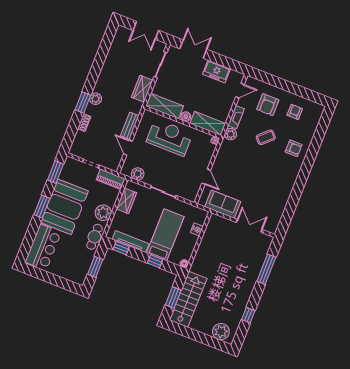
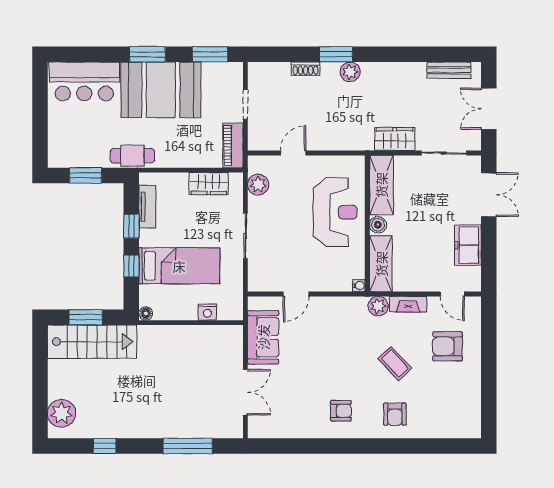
armchair: (295, 112) -> (341, 411), moved
bench: (130, 126) -> (449, 70), moved
plant: (103, 213) -> (176, 155), removed
tv unit: (131, 242) -> (147, 207), width x0.71
window: (121, 248) -> (131, 226), moved

